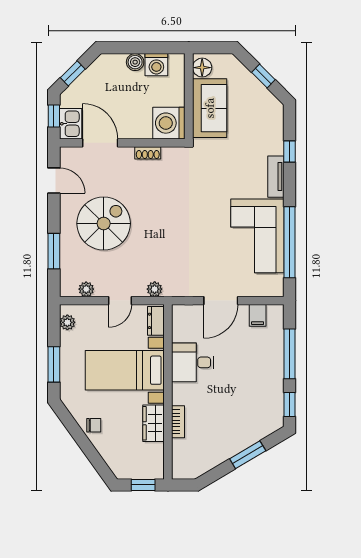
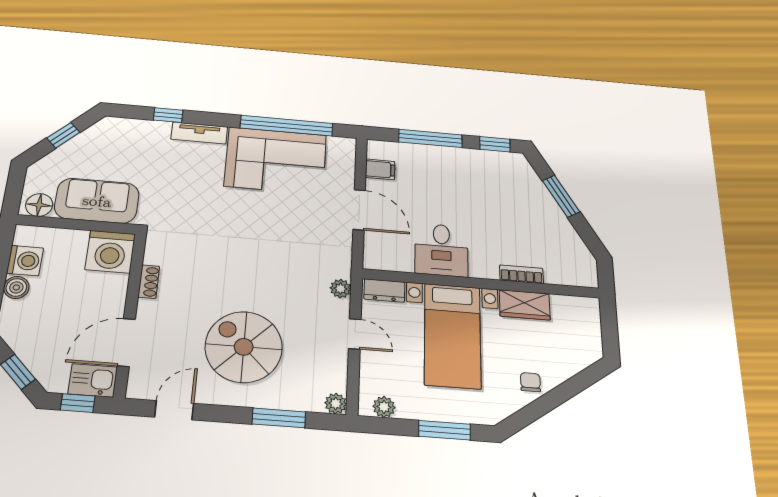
plant: (86, 289) -> (336, 404), moved
window: (143, 485) -> (609, 324), removed

